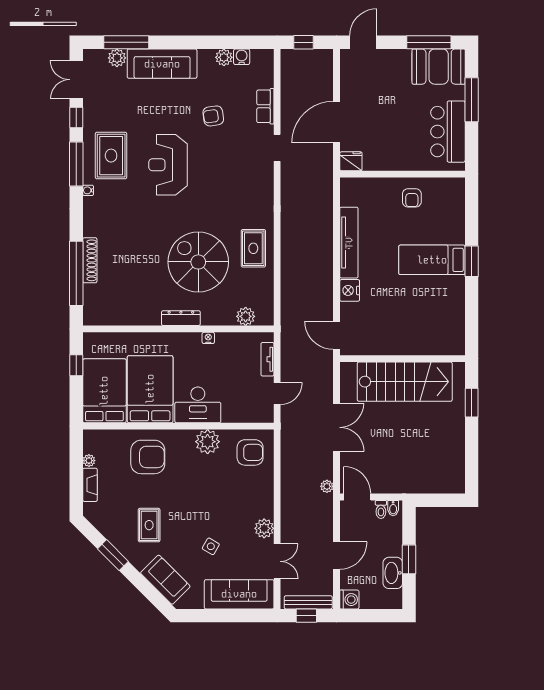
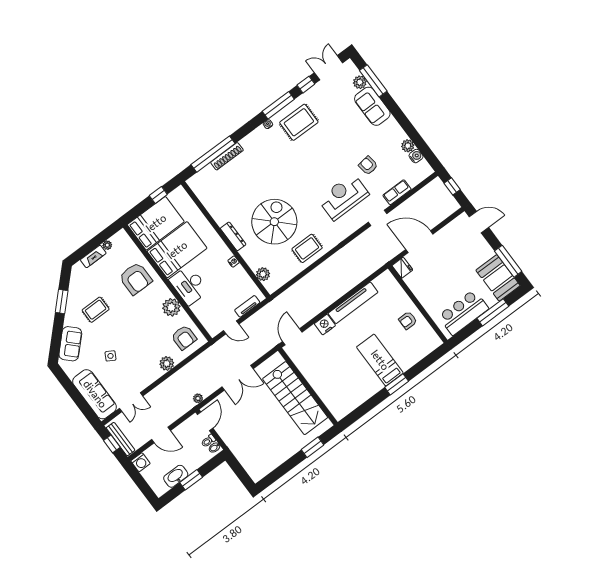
sofa: (162, 64) -> (372, 106), width x0.73
reception desk: (168, 165) -> (343, 197), moved
plant: (264, 528) -> (167, 364), moved

